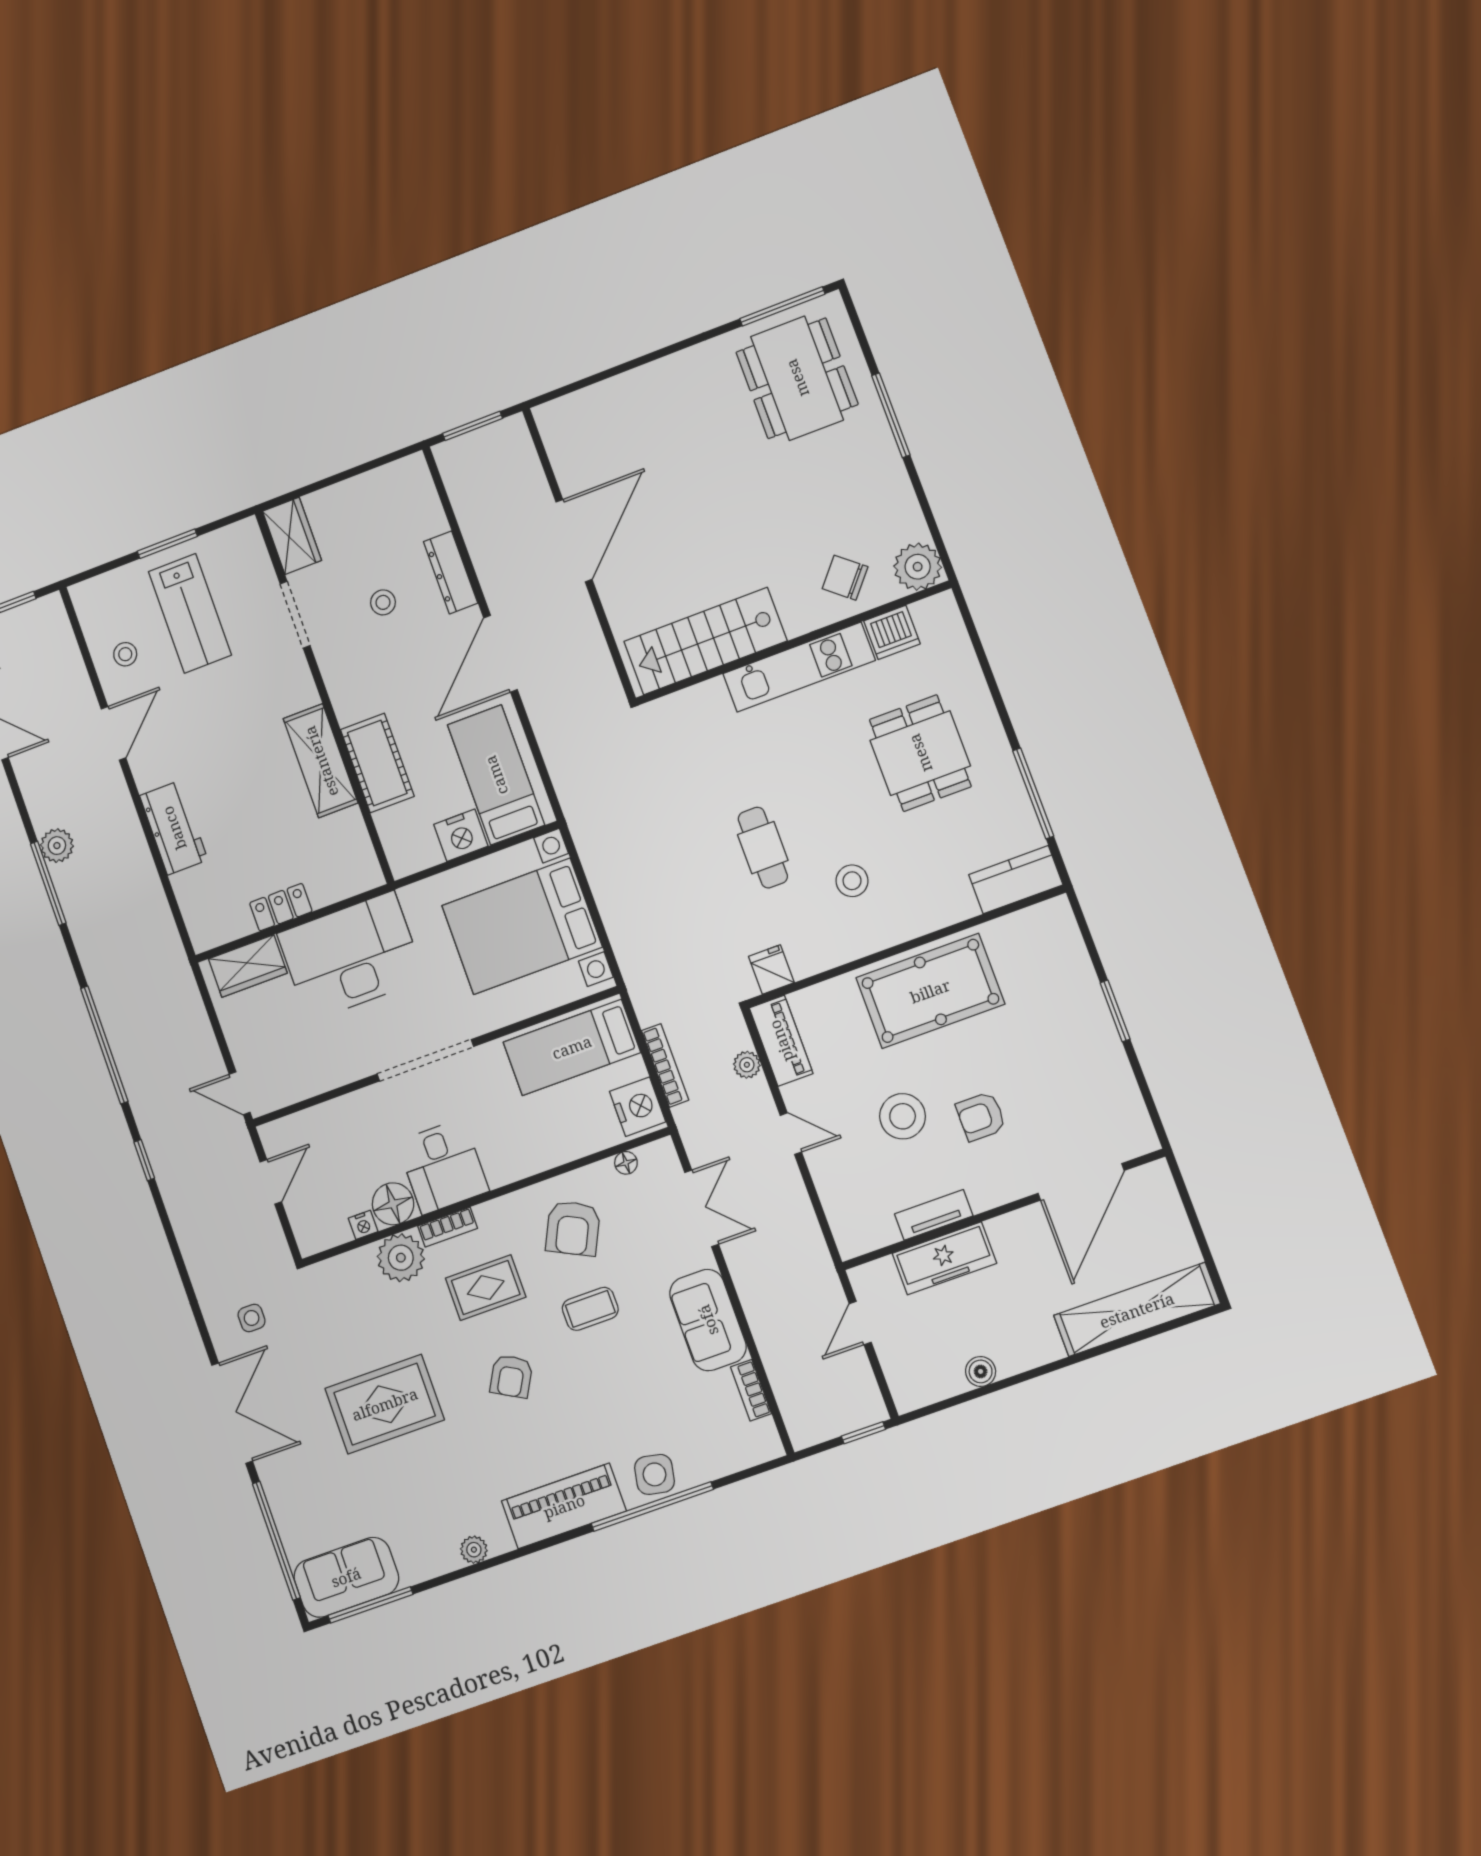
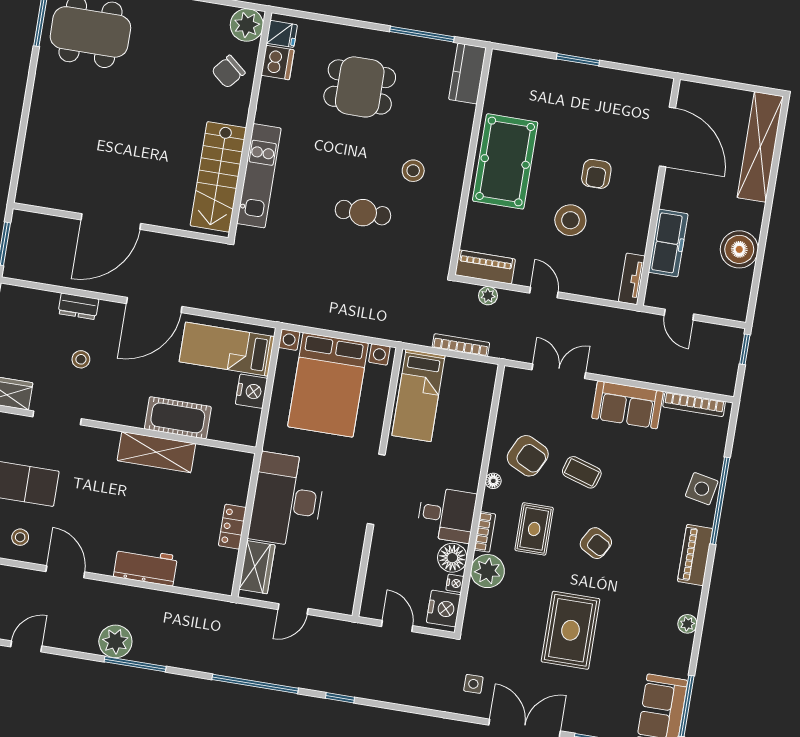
door: (574, 541) -> (111, 222), swing flipped
dresser: (451, 572) -> (78, 306), width x0.70
door: (500, 654) -> (154, 305), hinge flipped
kitchen unit: (799, 667) -> (259, 176), moved
plant: (57, 846) -> (115, 641), width x1.36, depth x1.36
fridge: (771, 970) -> (282, 34), moved, turned 180
door: (240, 1093) -> (293, 609), moved
nightstand: (638, 1107) -> (444, 609), moved, turned 90
door: (791, 1134) -> (544, 292), hinge flipped
floor lamp: (626, 1163) -> (493, 481), moved
tv unit: (934, 1215) -> (632, 279), moved
coffee table: (590, 1309) -> (582, 472), turned -73
boiler: (981, 1371) -> (739, 249), width x1.86, depth x1.86
bookcase: (751, 1390) -> (694, 404), width x1.56
piano: (564, 1506) -> (695, 555), width x0.73, depth x0.75

